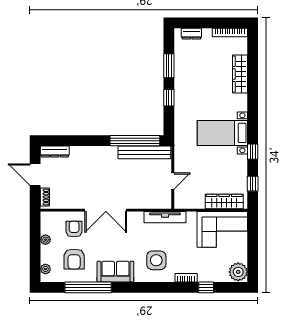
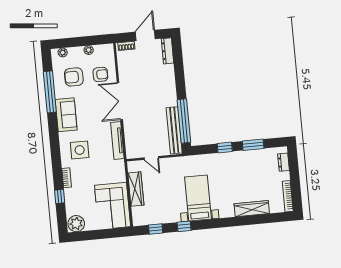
wardrobe: (224, 202) -> (136, 189), moved
tv unit: (165, 217) -> (117, 141), moved

